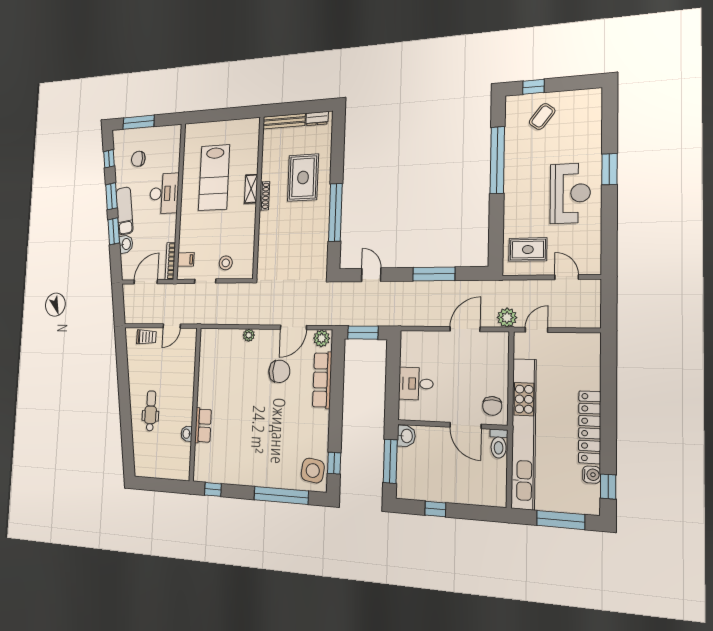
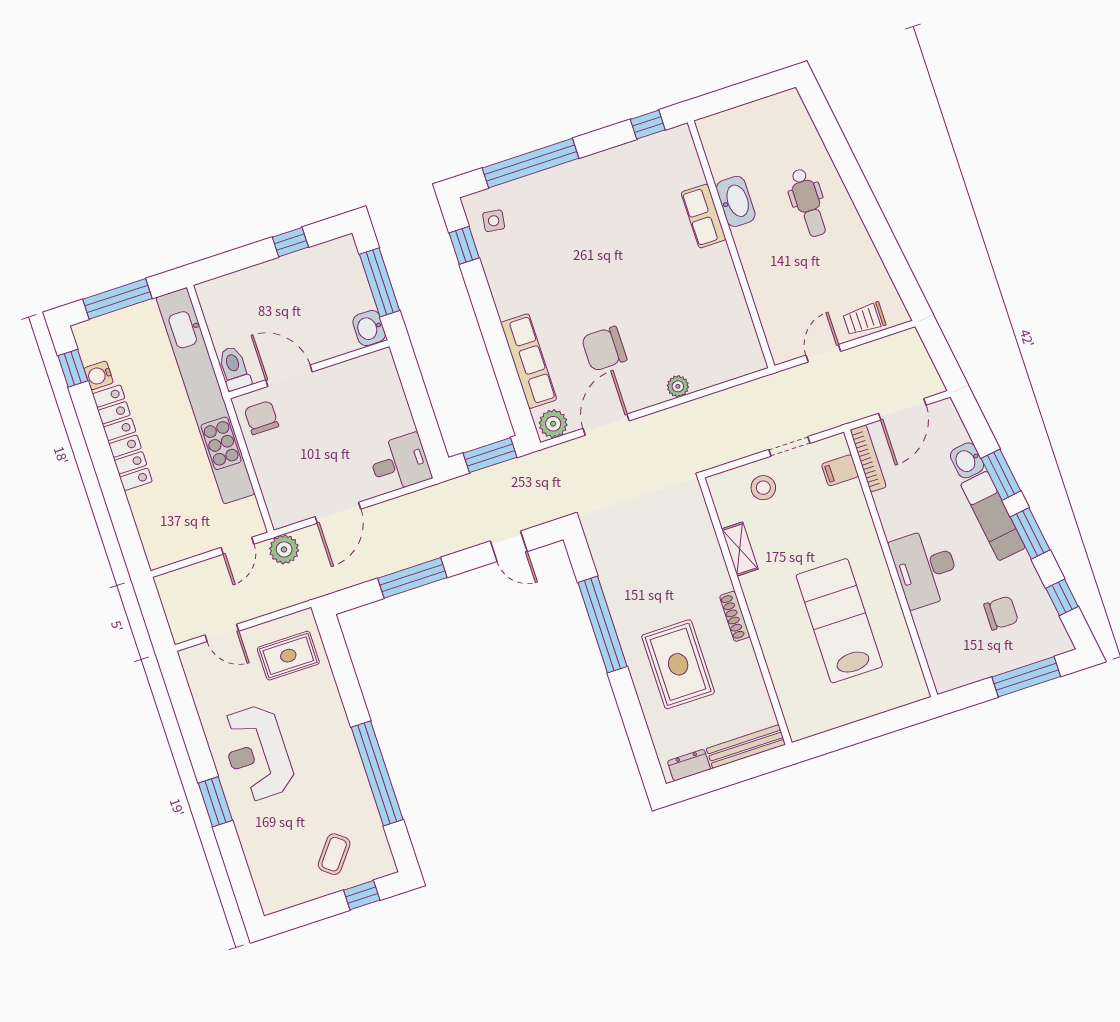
shelving: (251, 189) -> (740, 549), moved
desk: (416, 384) -> (400, 463), moved
washbasin: (187, 434) -> (736, 201), width x1.91, depth x1.45
side table: (313, 471) -> (494, 221), width x0.54, depth x0.54

